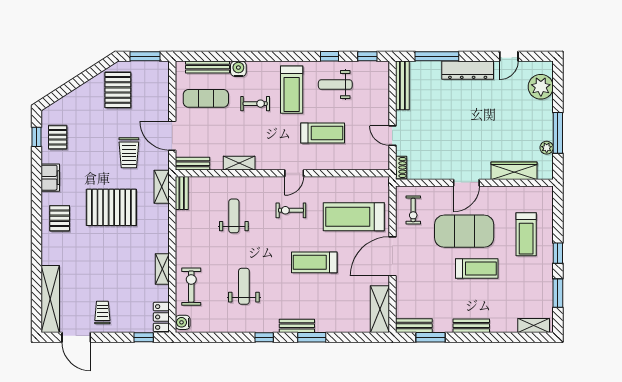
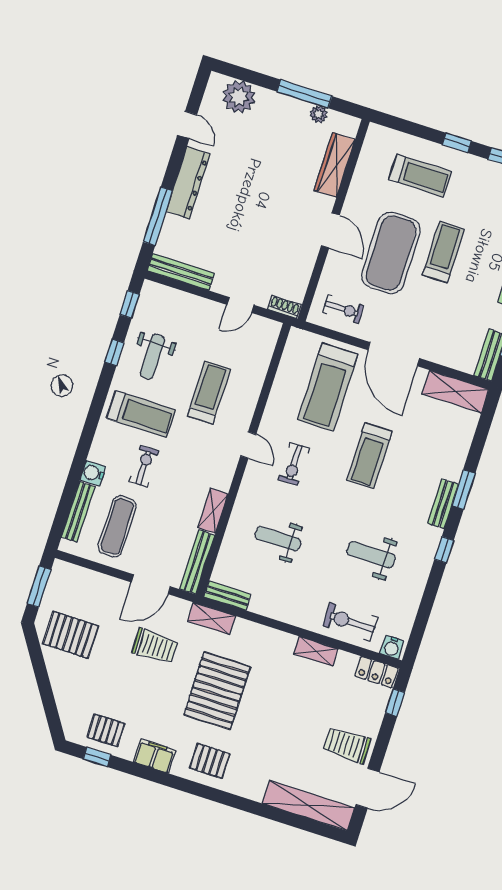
bench: (193, 164) -> (197, 562), width x1.36
trolley: (102, 313) -> (347, 745), width x1.36, depth x1.39

